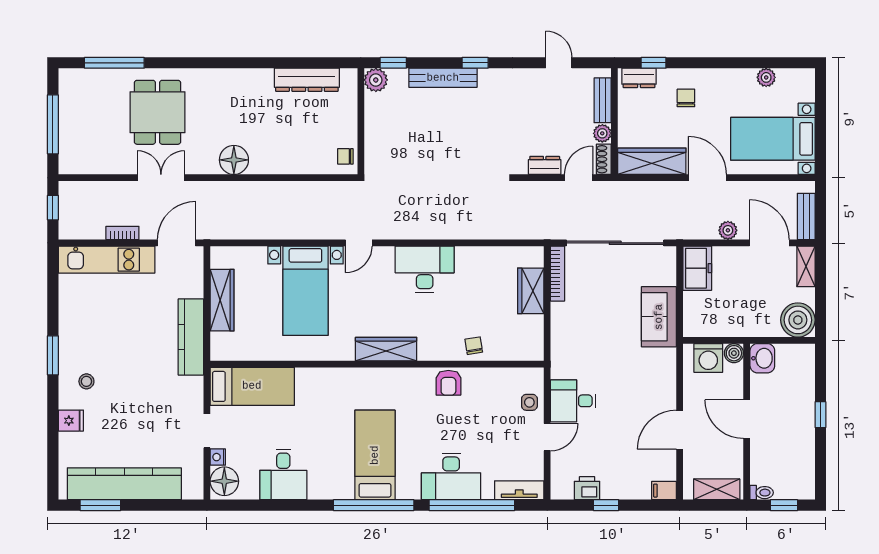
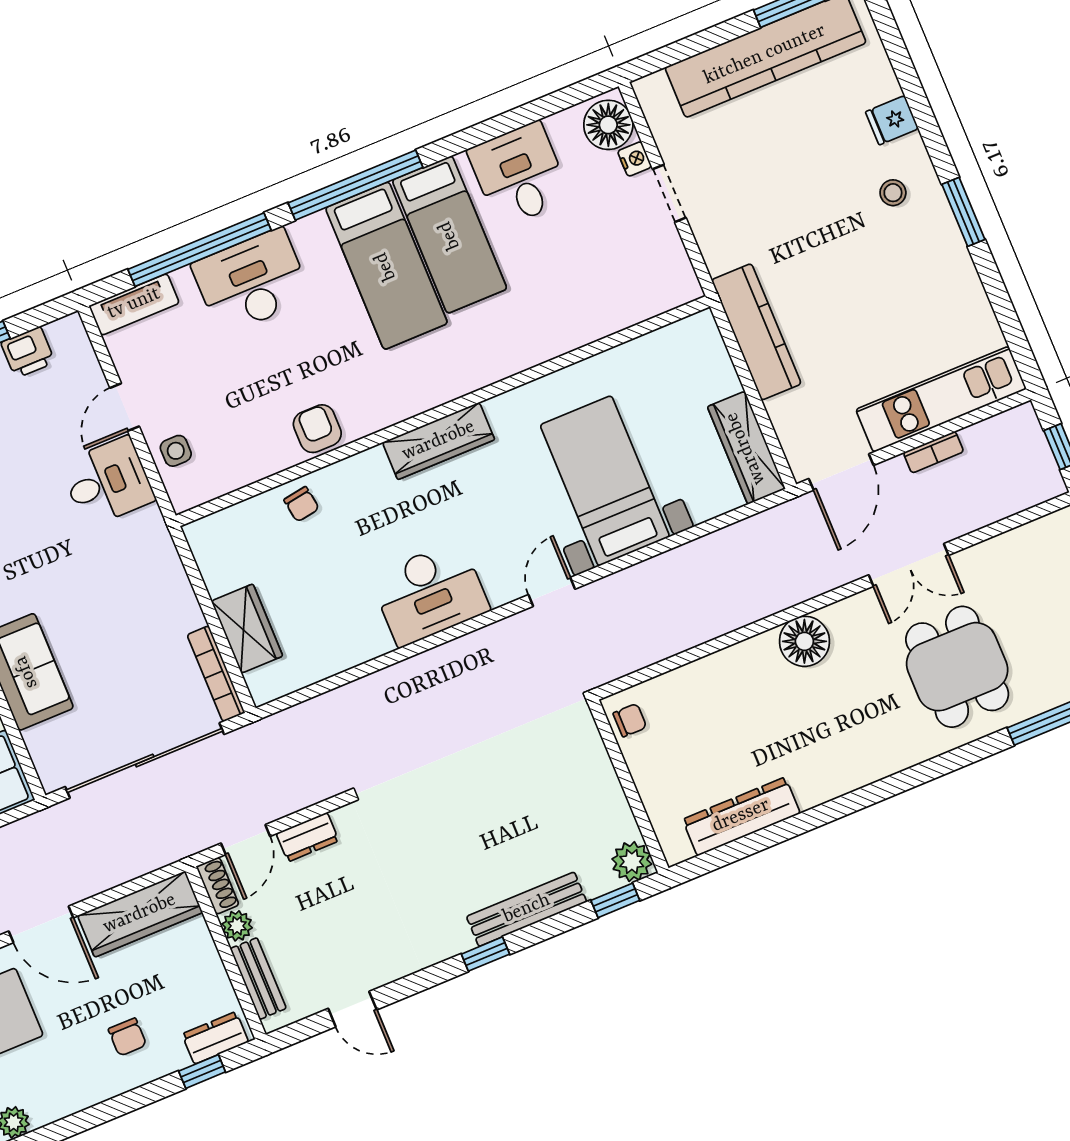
wardrobe: (222, 300) -> (746, 448), moved
bed: (252, 386) -> (450, 235), moved, turned -90

